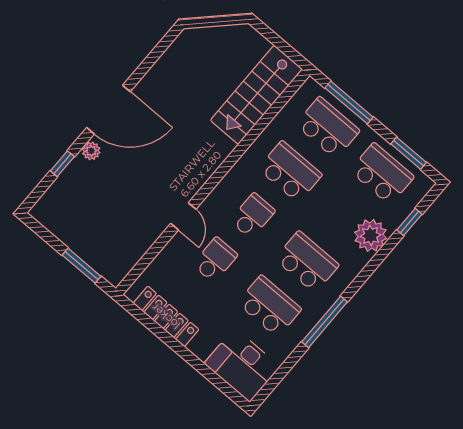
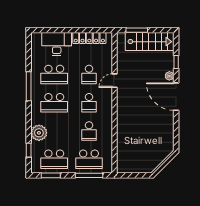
stairs: (256, 95) -> (150, 42), moved, turned 90
door: (108, 110) -> (176, 97), hinge flipped
school desk: (290, 172) -> (89, 131), width x0.54
door: (183, 216) -> (115, 81), hinge flipped
desk: (242, 365) -> (57, 44), moved

